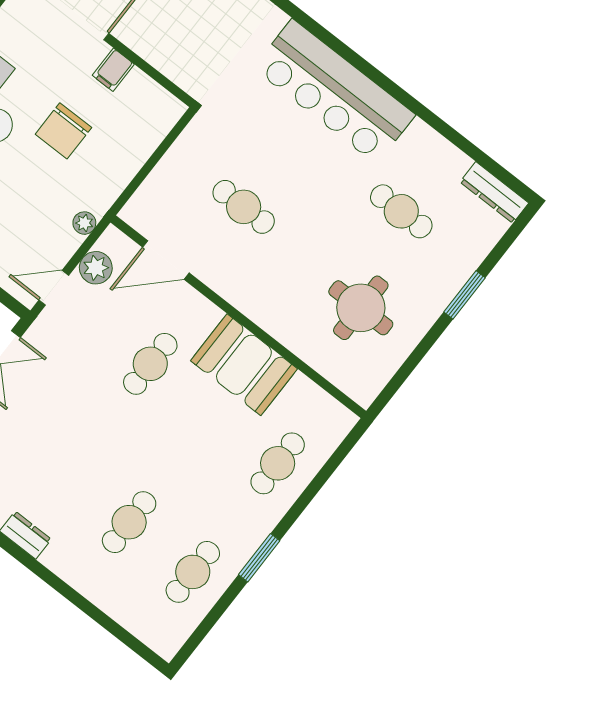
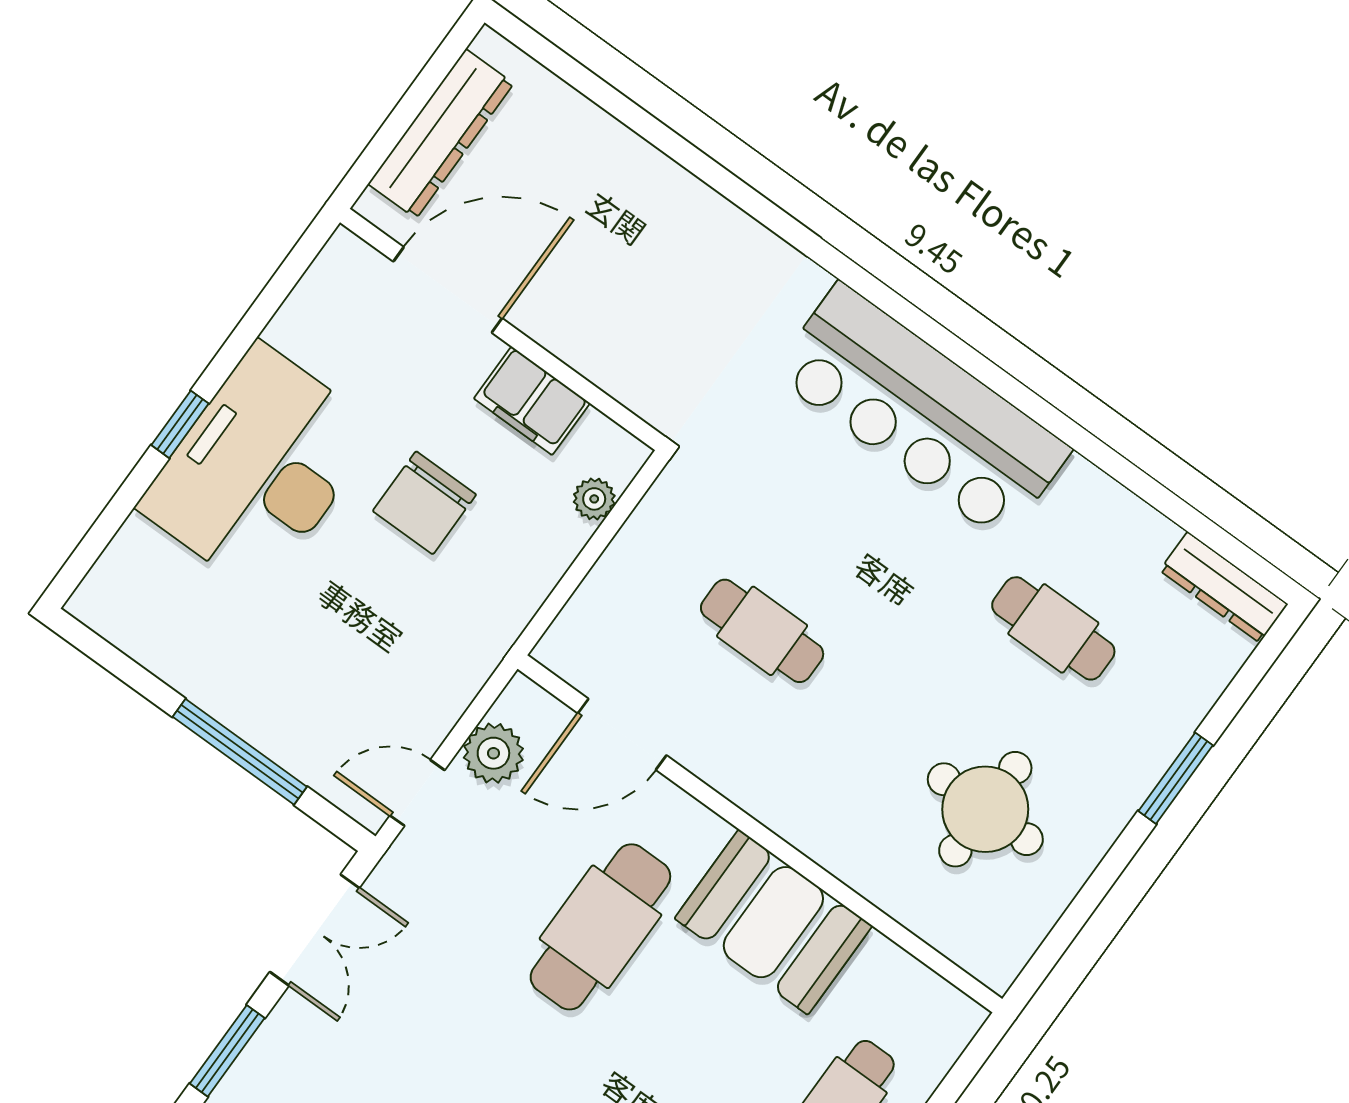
filing cabinet: (113, 70) -> (532, 401), width x2.00
plant: (84, 223) -> (594, 499), moved
cafe table: (150, 364) -> (600, 927), width x1.37, depth x1.35

